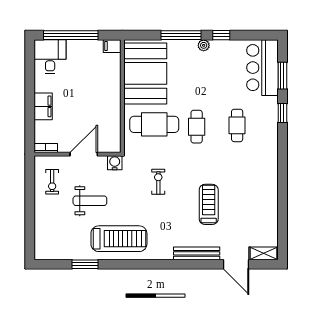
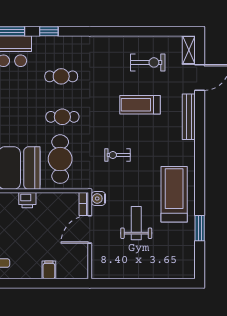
printer: (113, 91) -> (27, 200), added
filing cabinet: (43, 106) -> (49, 270), width x0.50
bookcase: (46, 148) -> (84, 204), moved
door: (84, 154) -> (90, 229), hinge flipped
exercise bike: (52, 182) -> (148, 62), moved, width x1.38, depth x1.39

